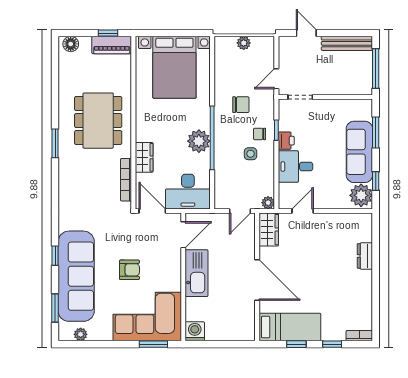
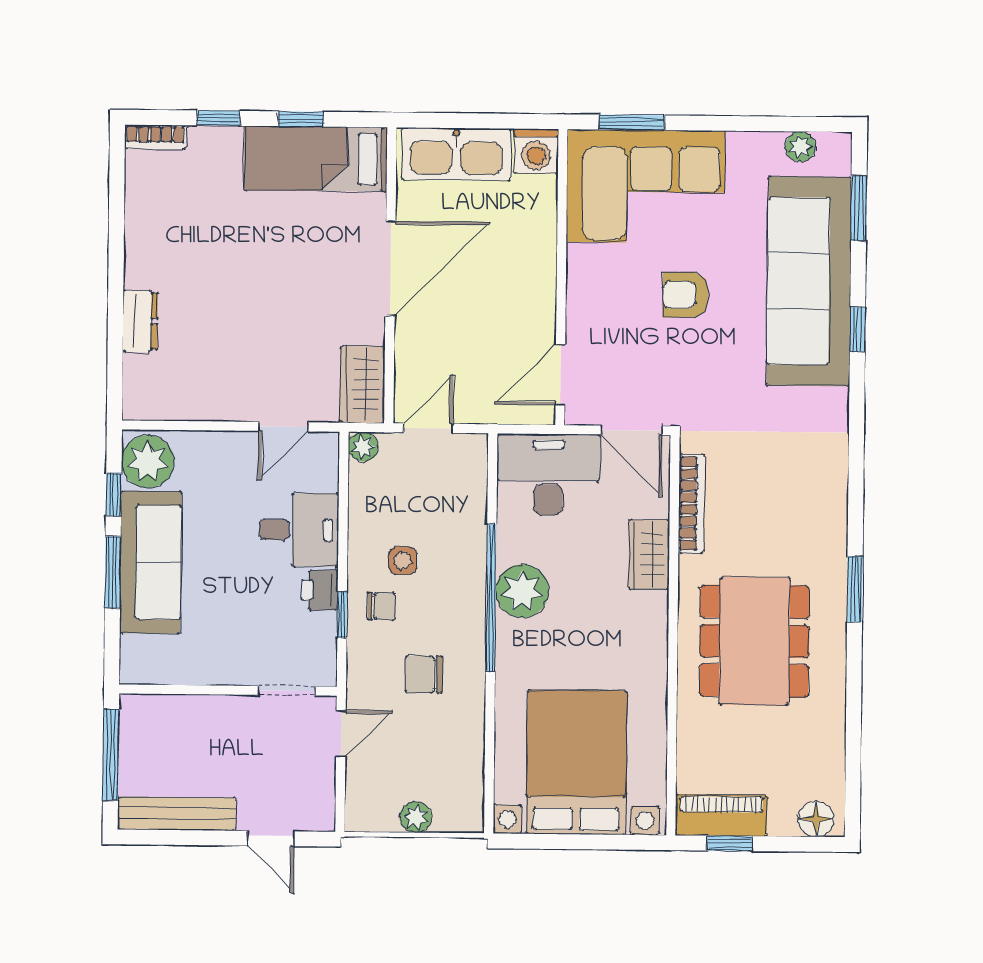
window: (376, 133) -> (113, 572), moved
kitchen sink: (196, 273) -> (456, 154), moved, turned -90
door: (257, 280) -> (390, 268), swing flipped

